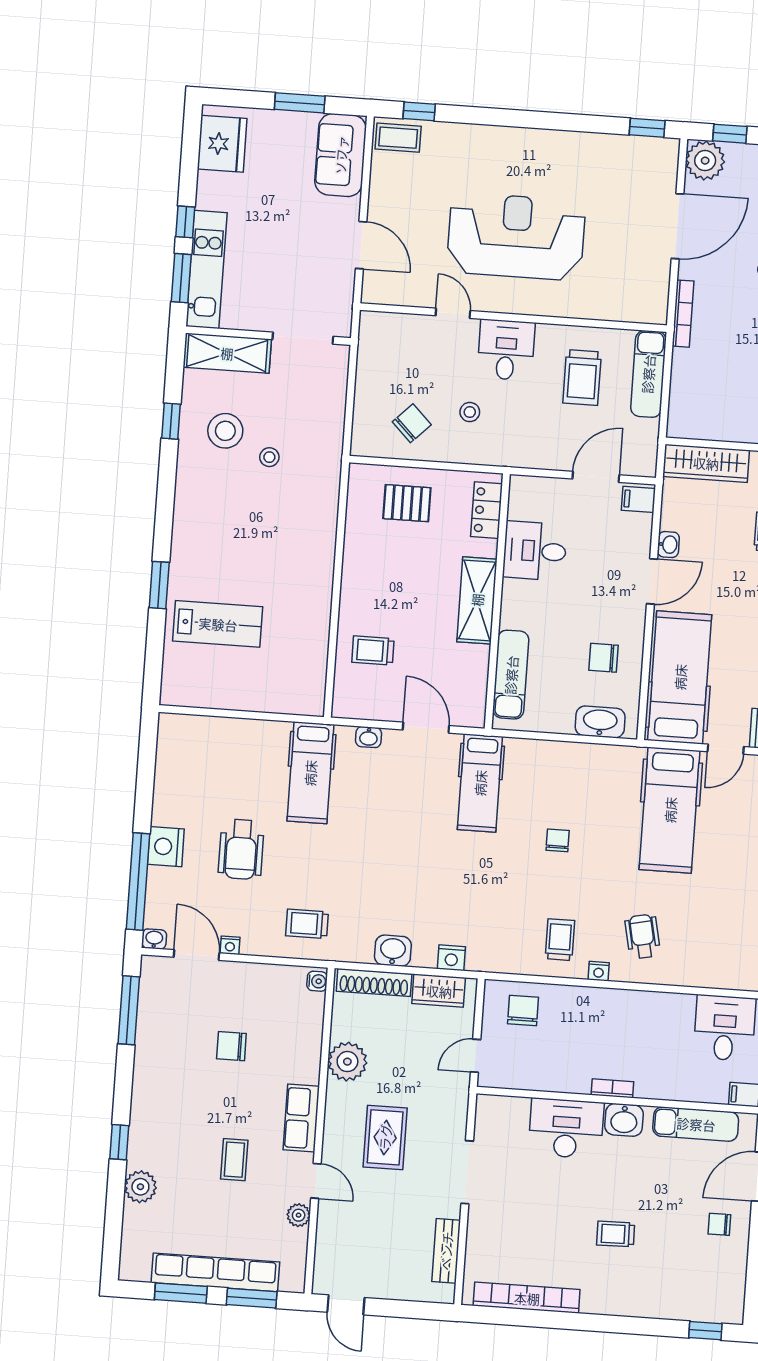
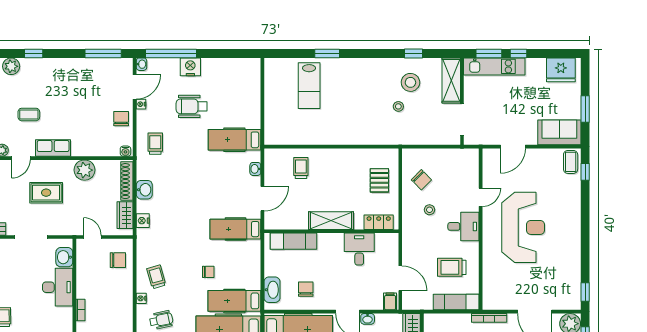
hospital bed: (616, 795) -> (234, 301), added
trolley: (560, 940) -> (156, 277), turned -106
chair: (231, 1046) -> (121, 119), moved
washbasin: (624, 1120) -> (64, 257), moved

